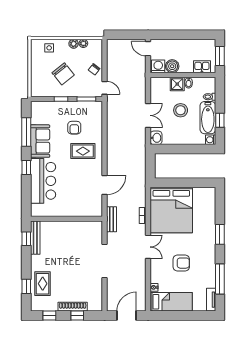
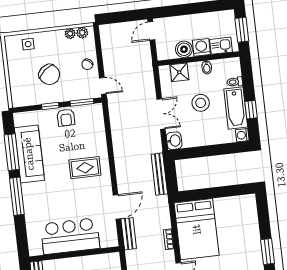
plant: (74, 44) -> (82, 33), moved
door: (148, 49) -> (151, 31), hinge flipped
washing machine: (158, 66) -> (201, 47), moved
shower: (177, 84) -> (179, 72), moved
armchair: (74, 128) -> (66, 118), moved
sofa: (40, 141) -> (29, 154), width x1.36
bench: (141, 163) -> (159, 174), added
window: (26, 167) -> (17, 196), width x2.17
bar counter: (43, 181) -> (70, 236), moved, turned -90
bed: (171, 210) -> (197, 229), width x0.73
bench: (111, 219) -> (129, 234), moved

